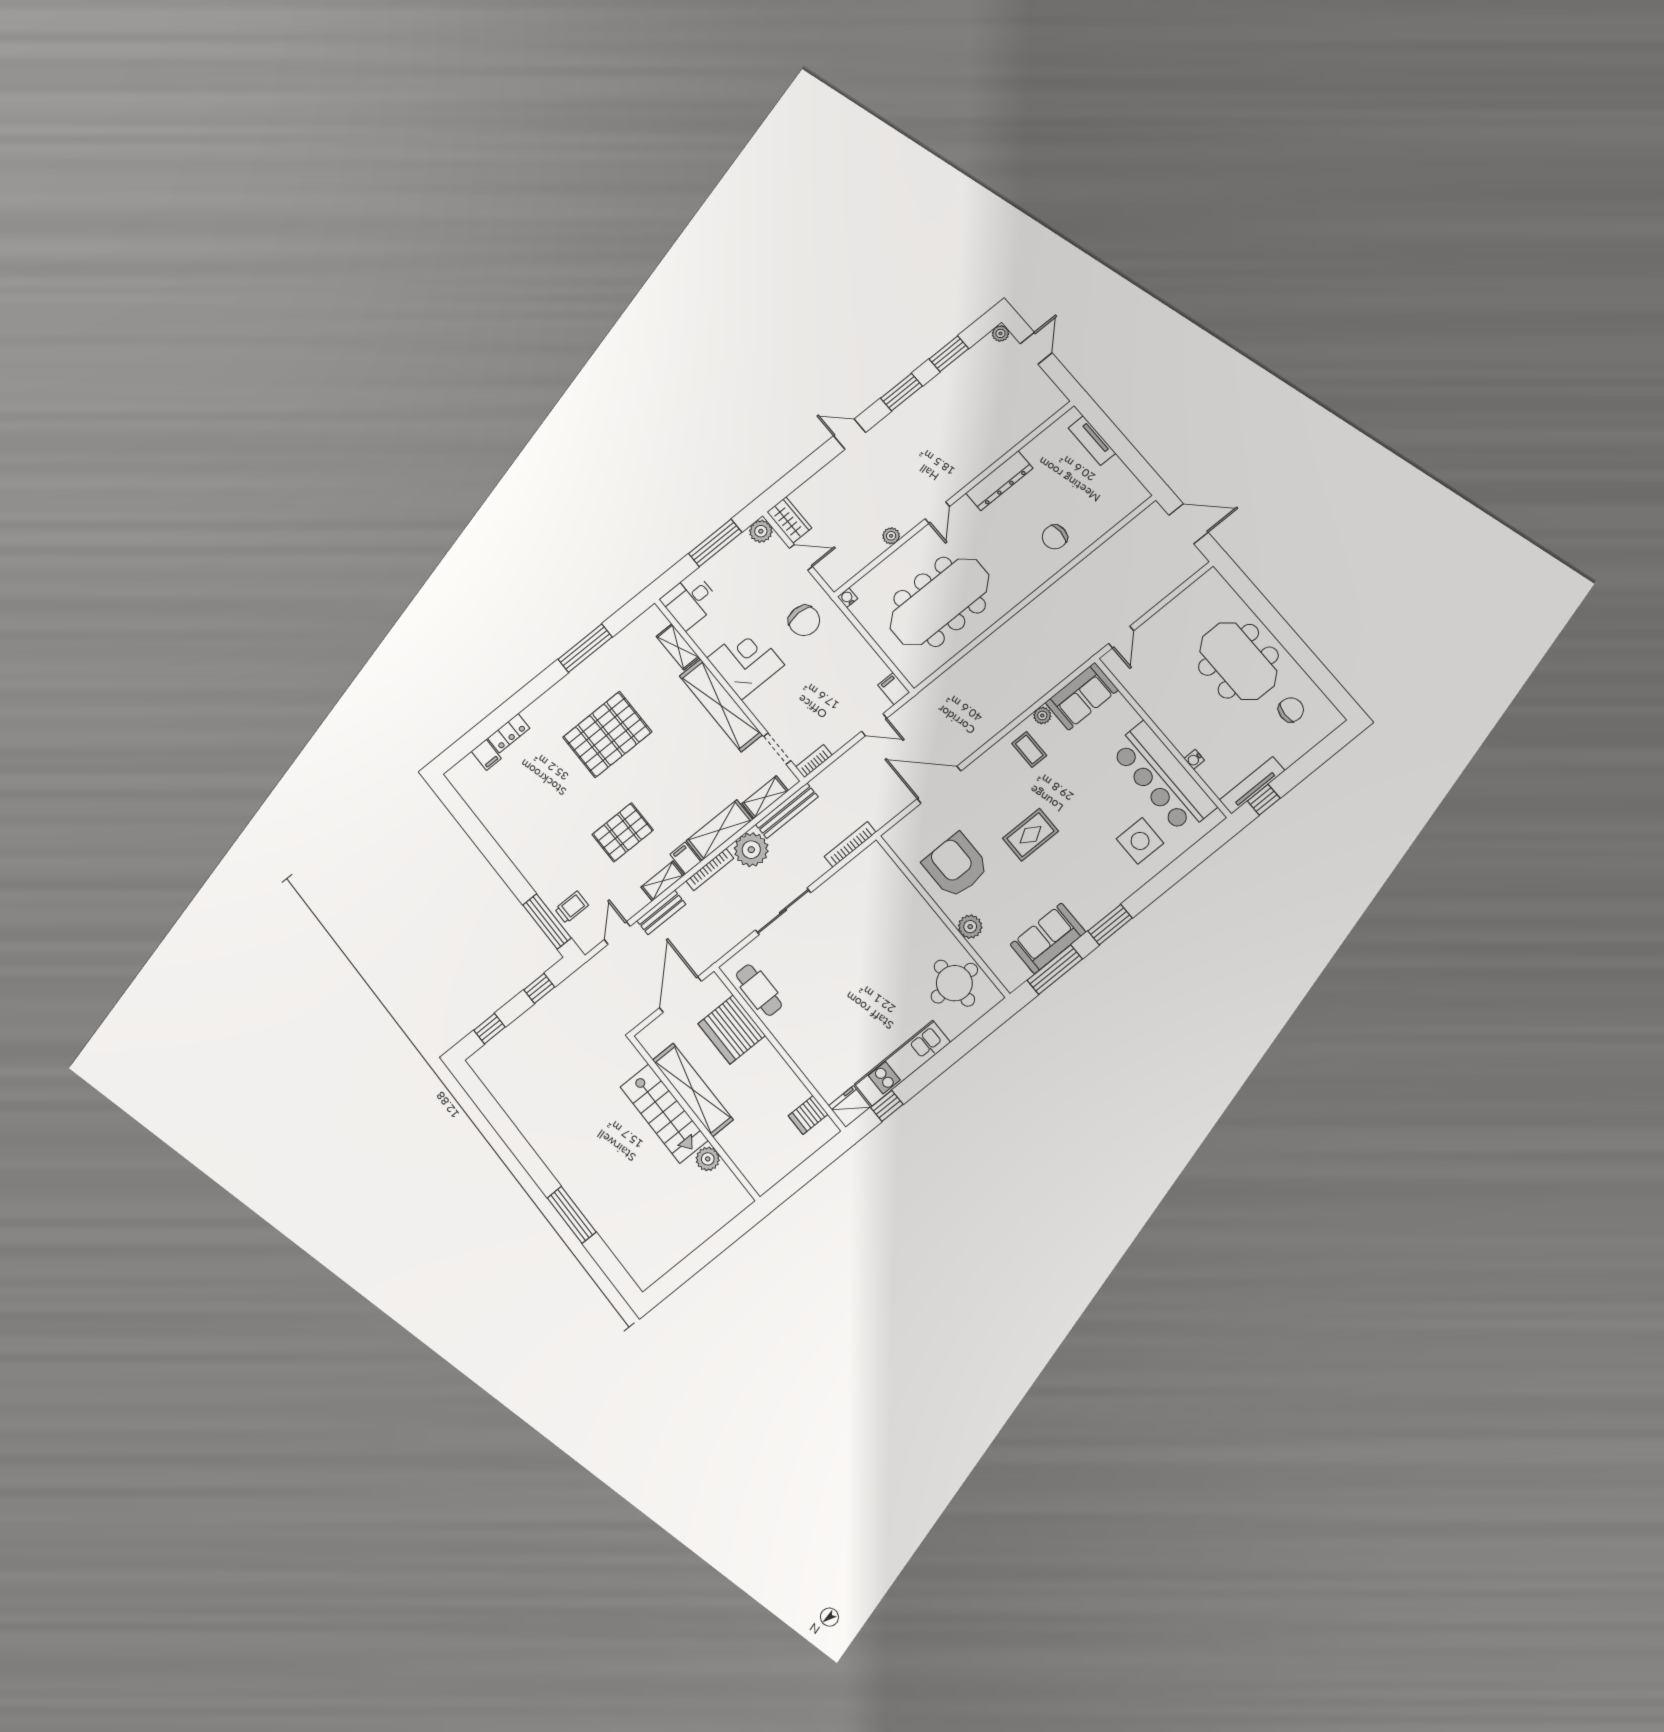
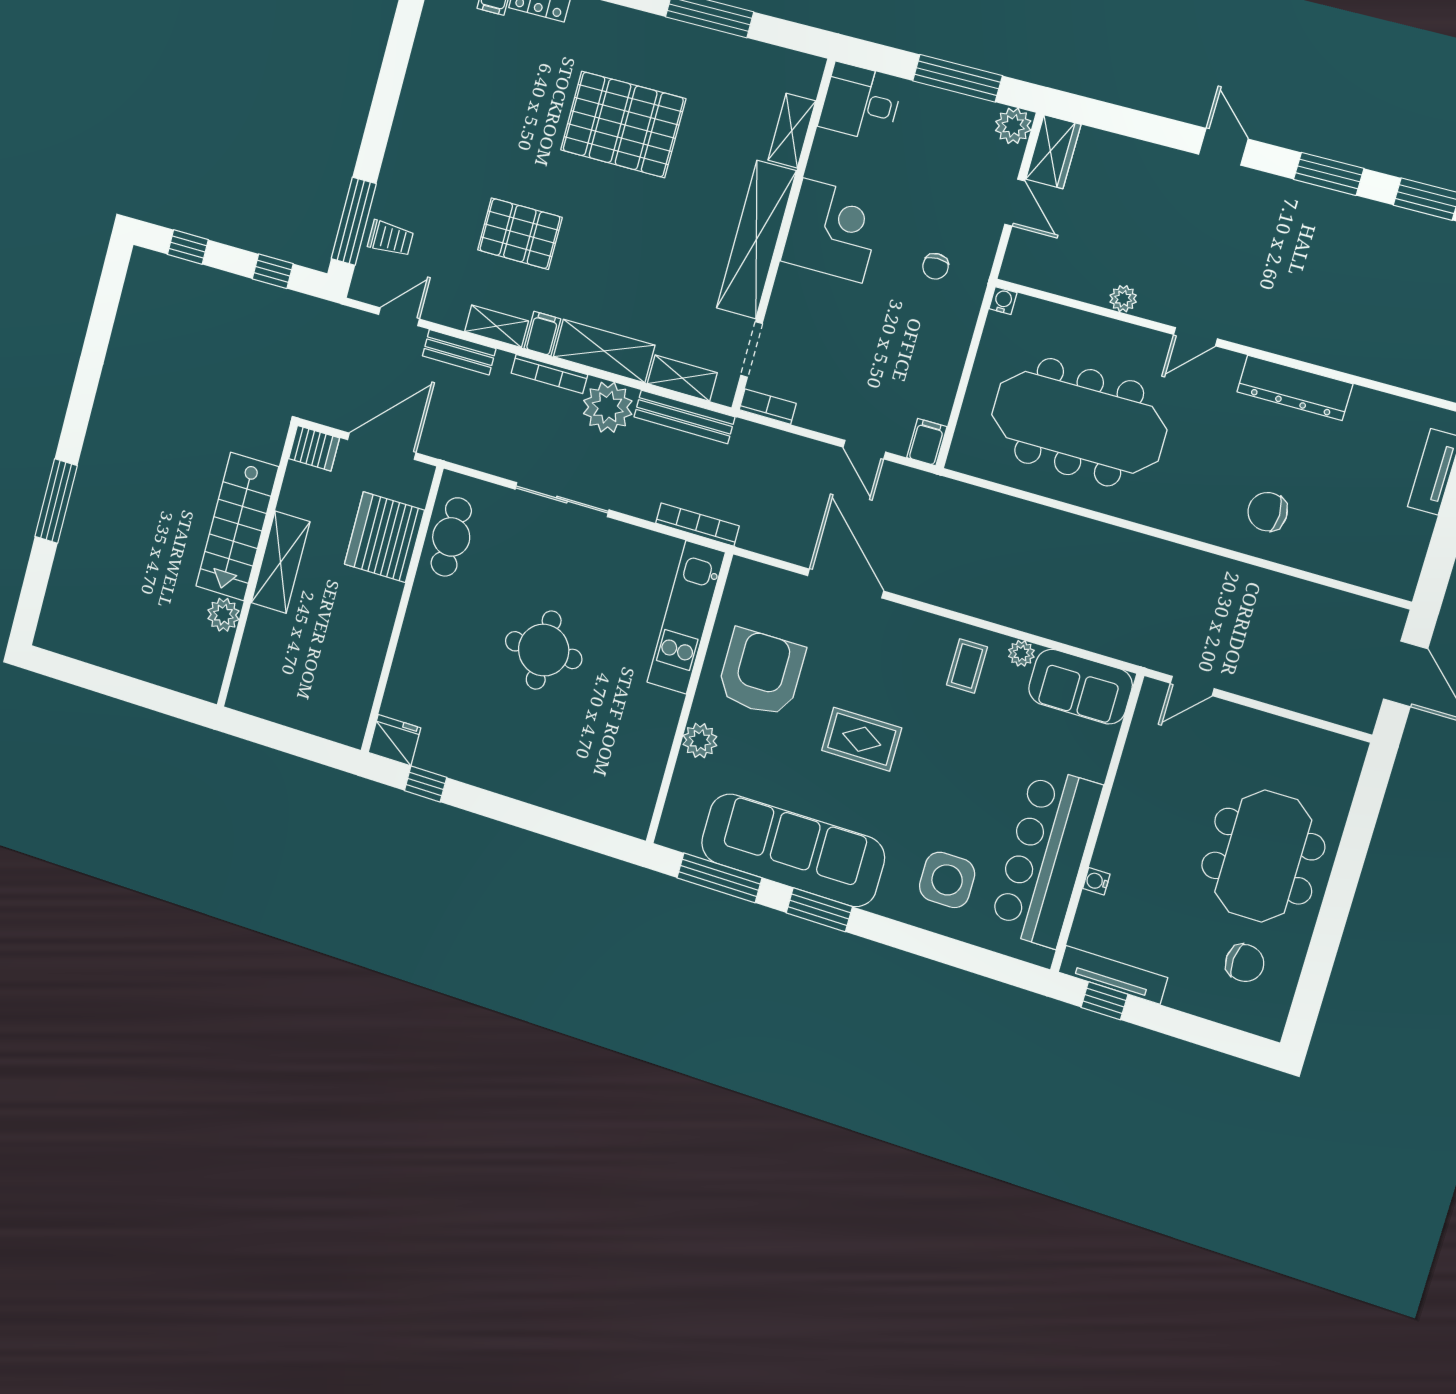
chair: (804, 621) -> (936, 266), width x0.54, depth x0.54
sofa: (1048, 938) -> (793, 850), width x1.85, depth x1.27
round table: (954, 983) -> (544, 650), moved
kitchen unit: (902, 1063) -> (686, 617), moved, turned -90
shelving: (693, 1090) -> (280, 562), width x0.68
server rack: (808, 1115) -> (314, 448), moved, turned 180

